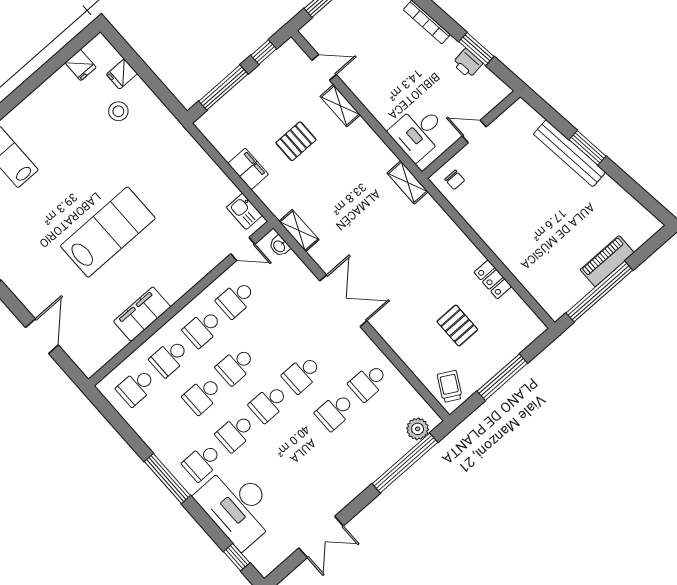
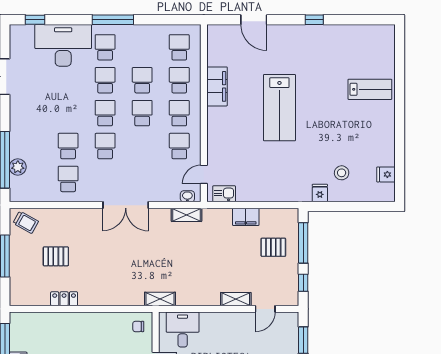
fridge: (122, 74) -> (320, 193), moved
pallet: (296, 141) -> (273, 247), moved, turned 90
plant: (418, 429) -> (18, 167), moved

